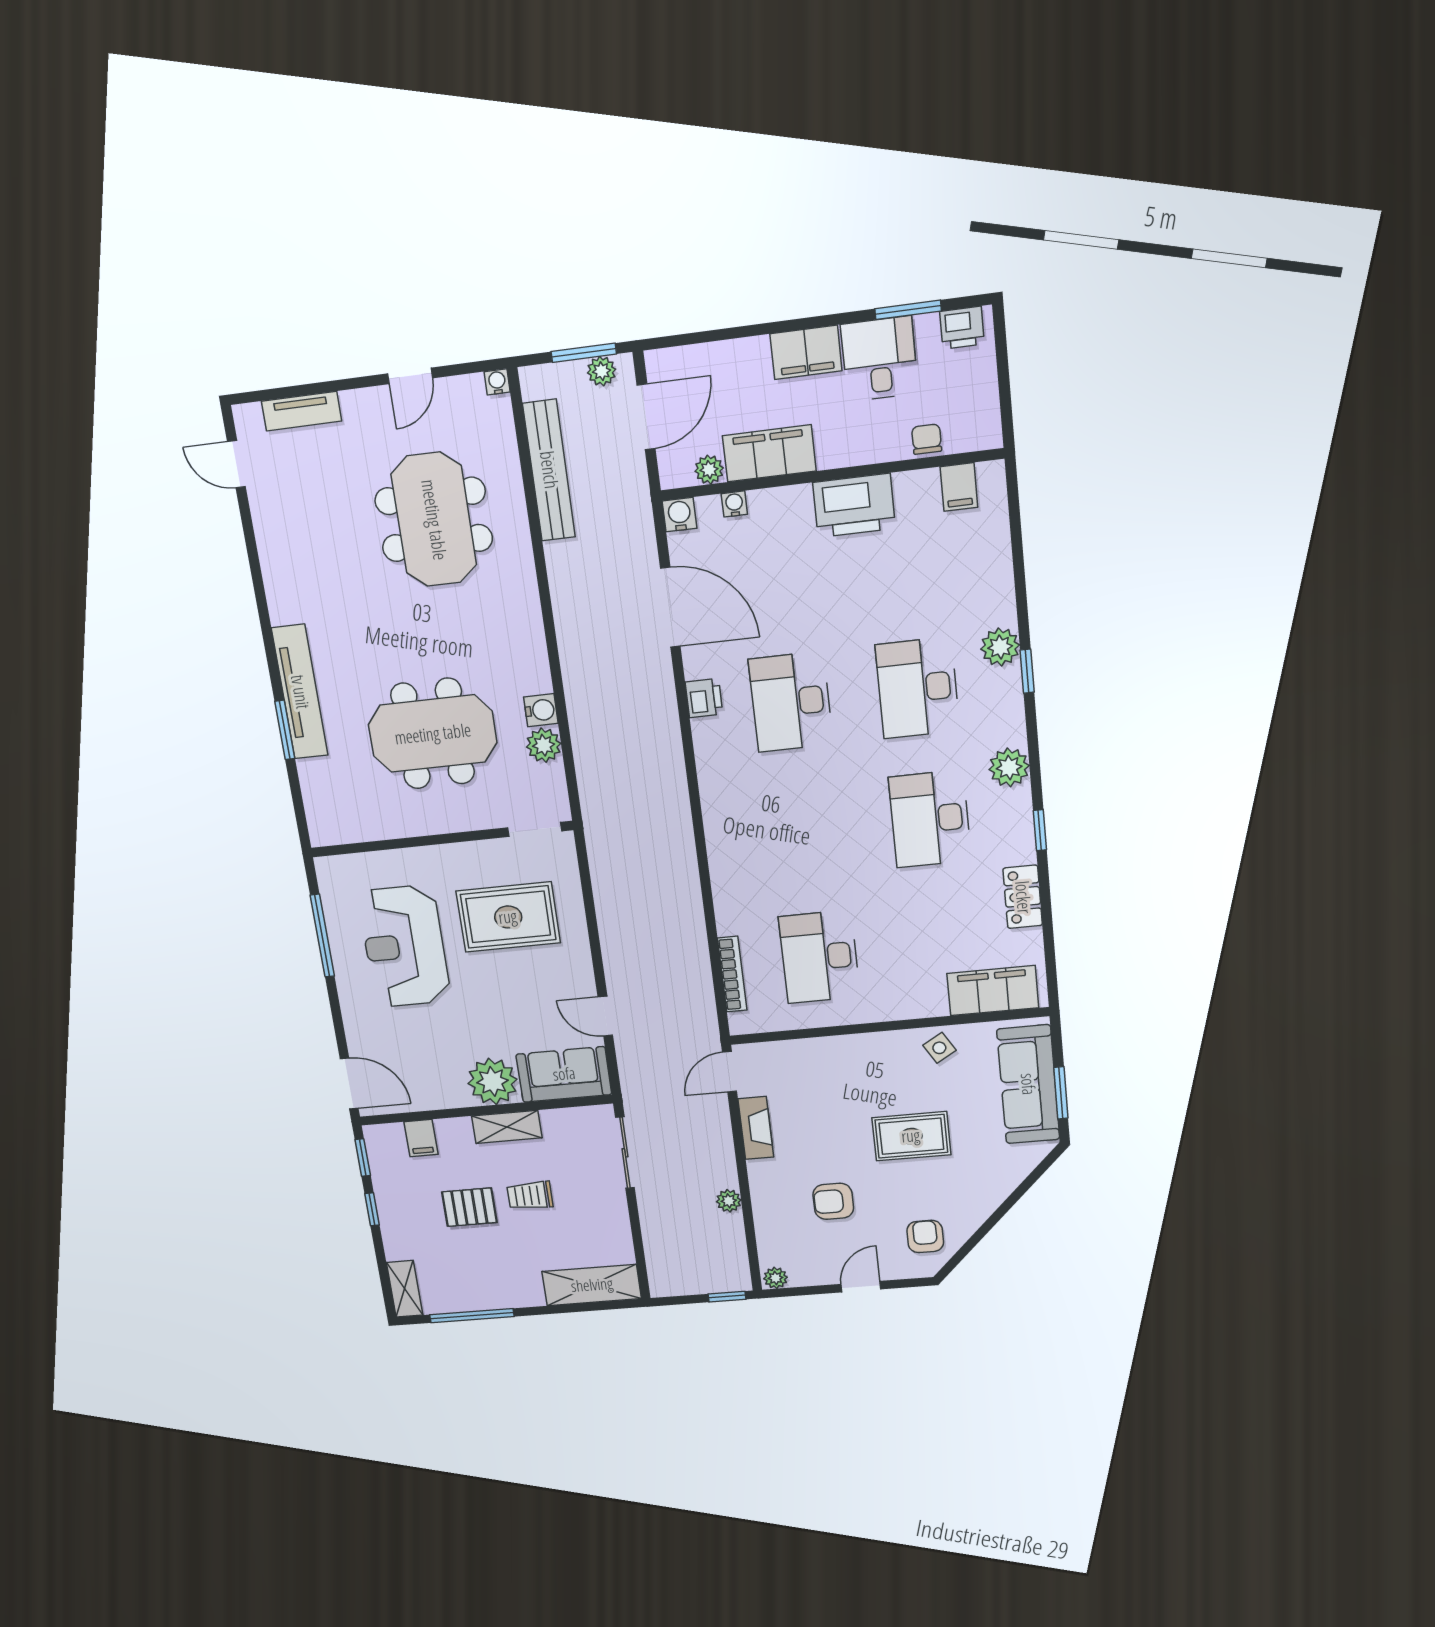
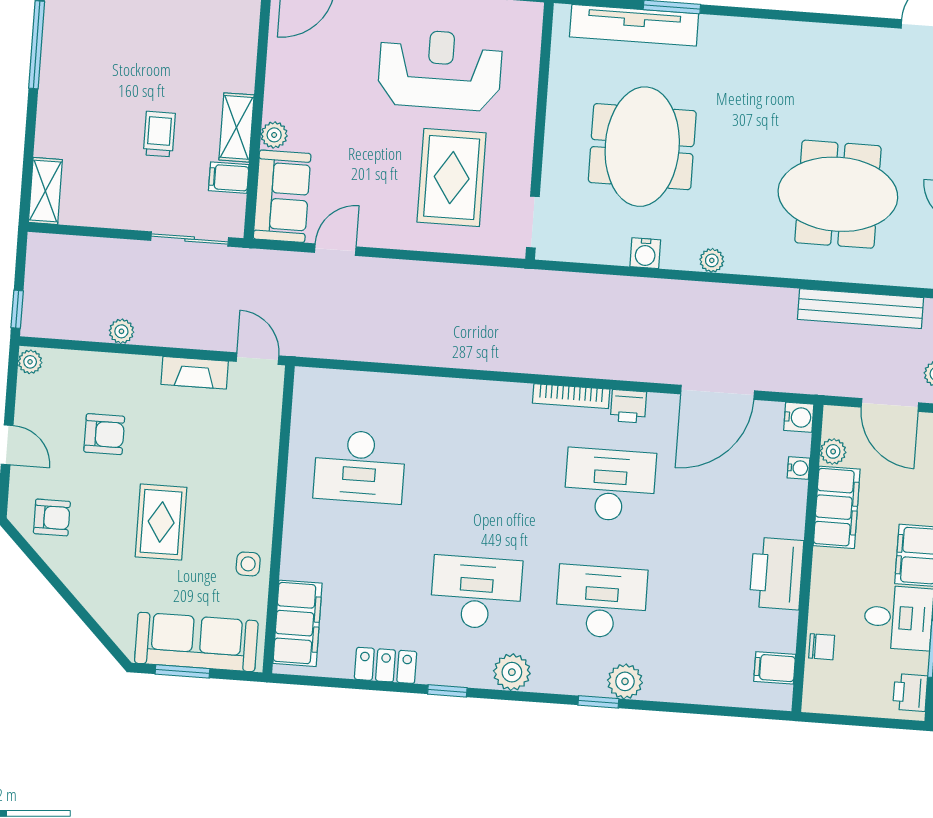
tv unit: (300, 692) -> (634, 25), moved
plant: (544, 745) -> (712, 260), moved, width x0.73, depth x0.73
desk: (820, 957) -> (360, 467), turned 180
bookcase: (732, 974) -> (571, 396), moved
side table: (939, 1048) -> (248, 564), turned 31
plant: (493, 1081) -> (274, 135), width x0.53, depth x0.53
filing cabinet: (421, 1138) -> (229, 178), moved
armchair: (833, 1201) -> (104, 434), turned 90
pallet: (469, 1207) -> (157, 70), removed
shelving: (592, 1285) -> (45, 191), width x0.67, depth x0.75

